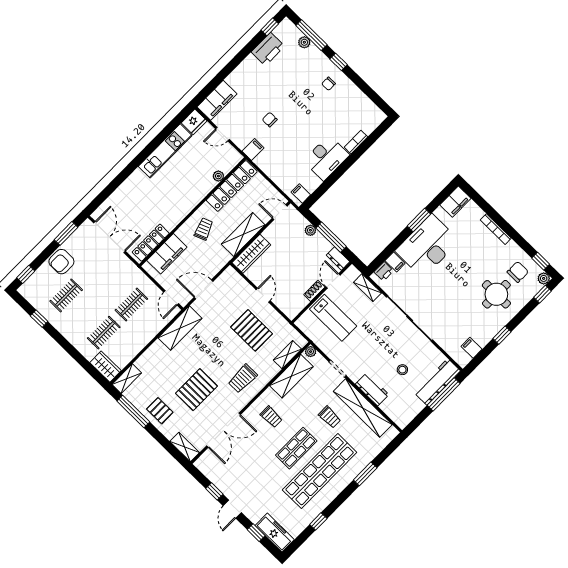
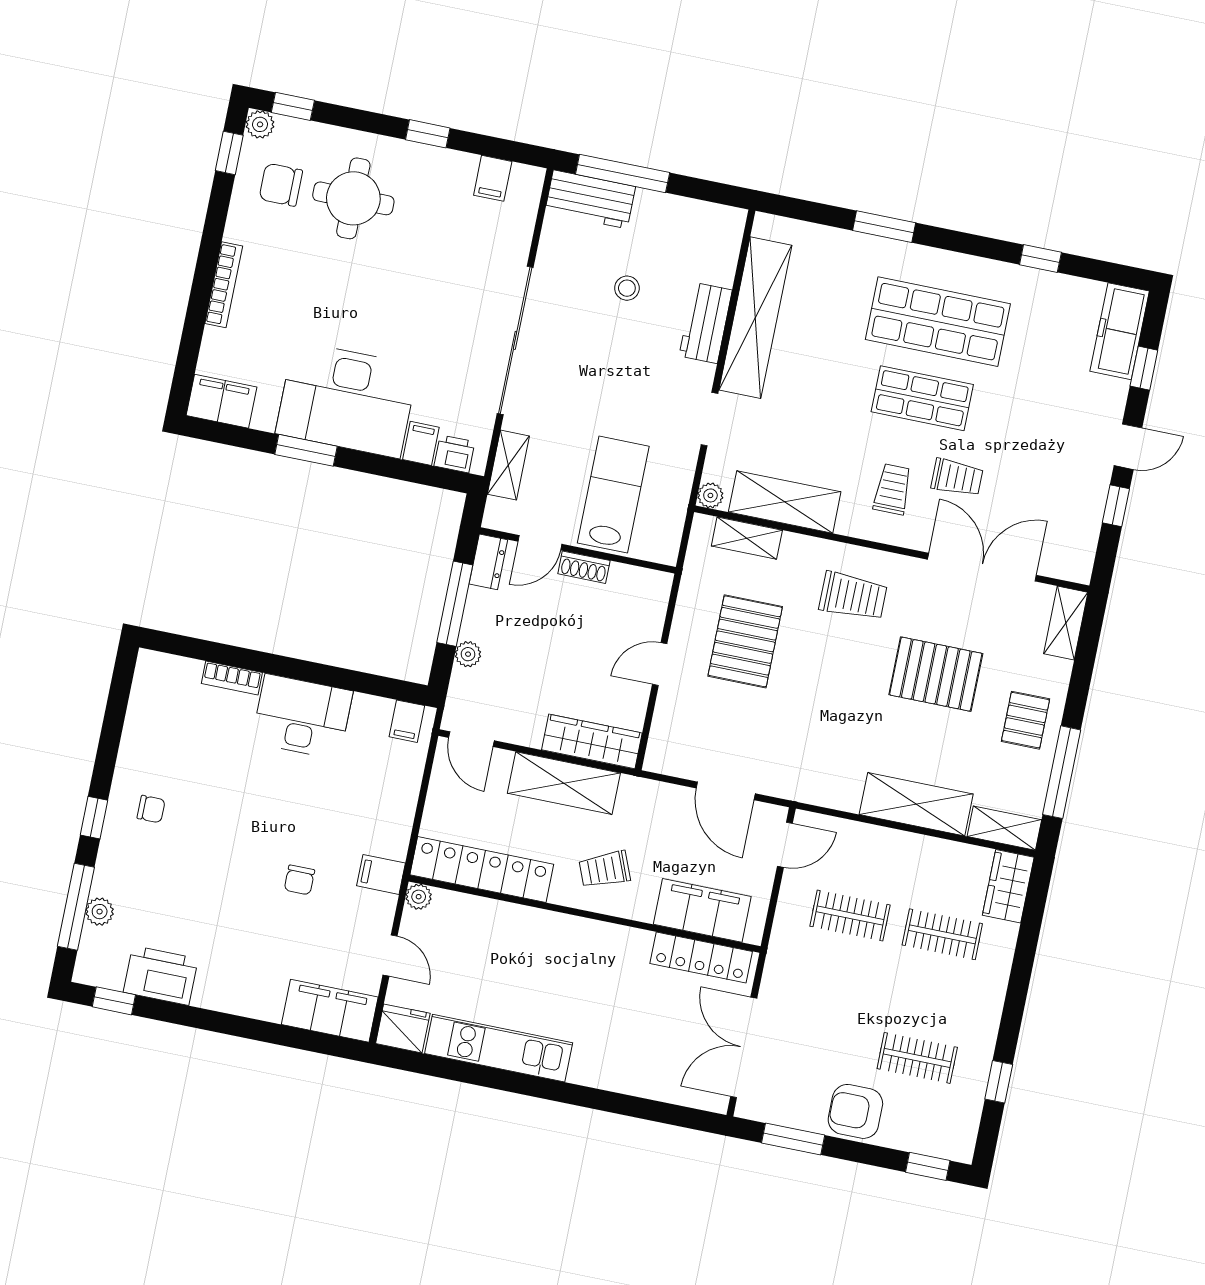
plant: (218, 176) -> (419, 897), moved
armchair: (61, 262) -> (855, 1111), turned 180
shelving: (180, 328) -> (916, 804), moved
workbench: (437, 382) -> (590, 199), width x0.73
trolley: (330, 417) -> (957, 478), moved, turned 90
shop shelf: (320, 471) -> (938, 322), width x0.71

